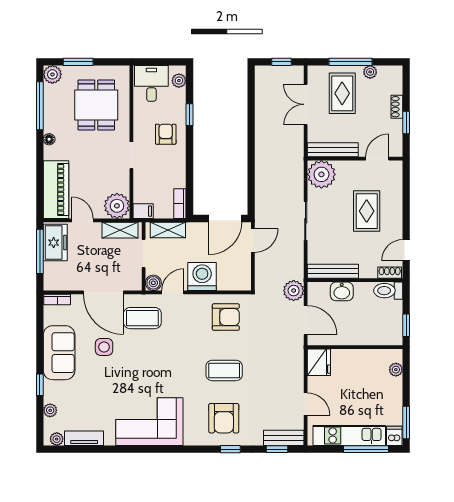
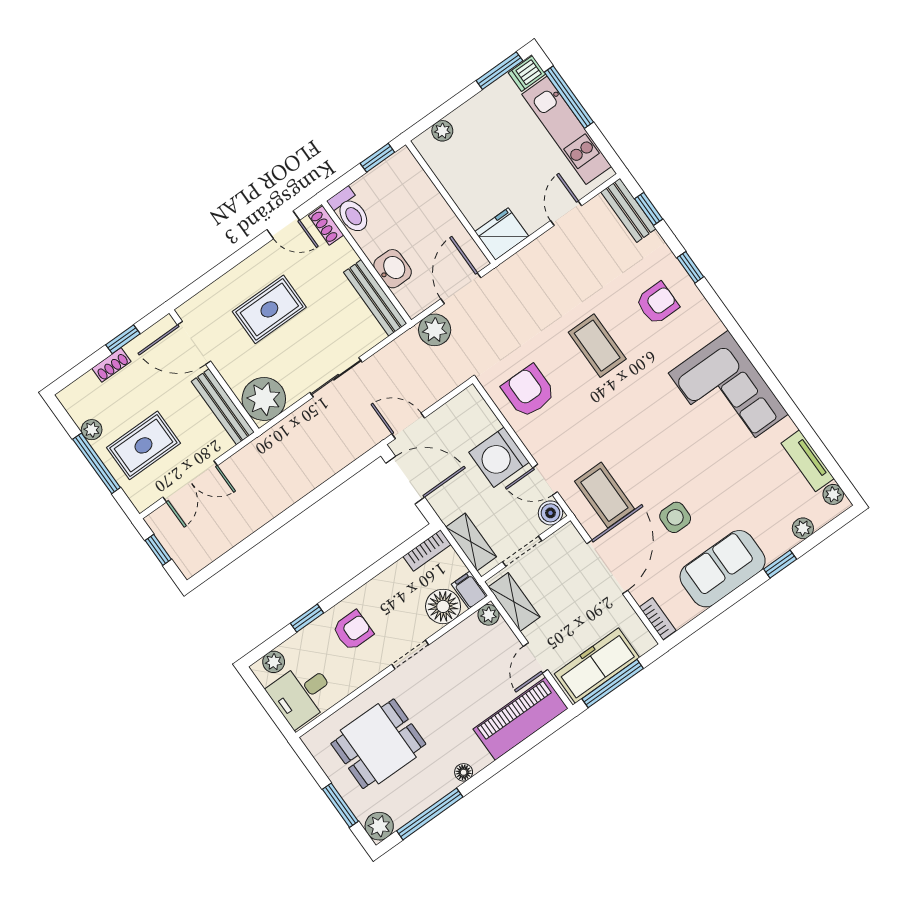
armchair: (166, 134) -> (353, 631), turned 180
door: (377, 159) -> (194, 343), width x1.37
floor lamp: (144, 191) -> (443, 606), added
plant: (117, 206) -> (489, 615), width x0.53, depth x0.53
freezer: (55, 243) -> (597, 666), width x1.40
armchair: (224, 418) -> (657, 303), width x0.72, depth x0.72

